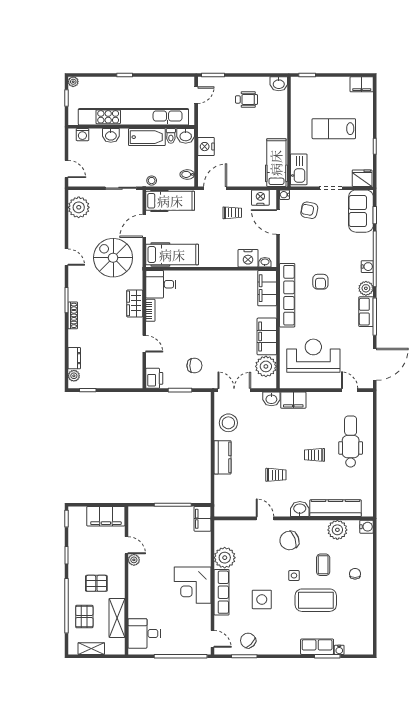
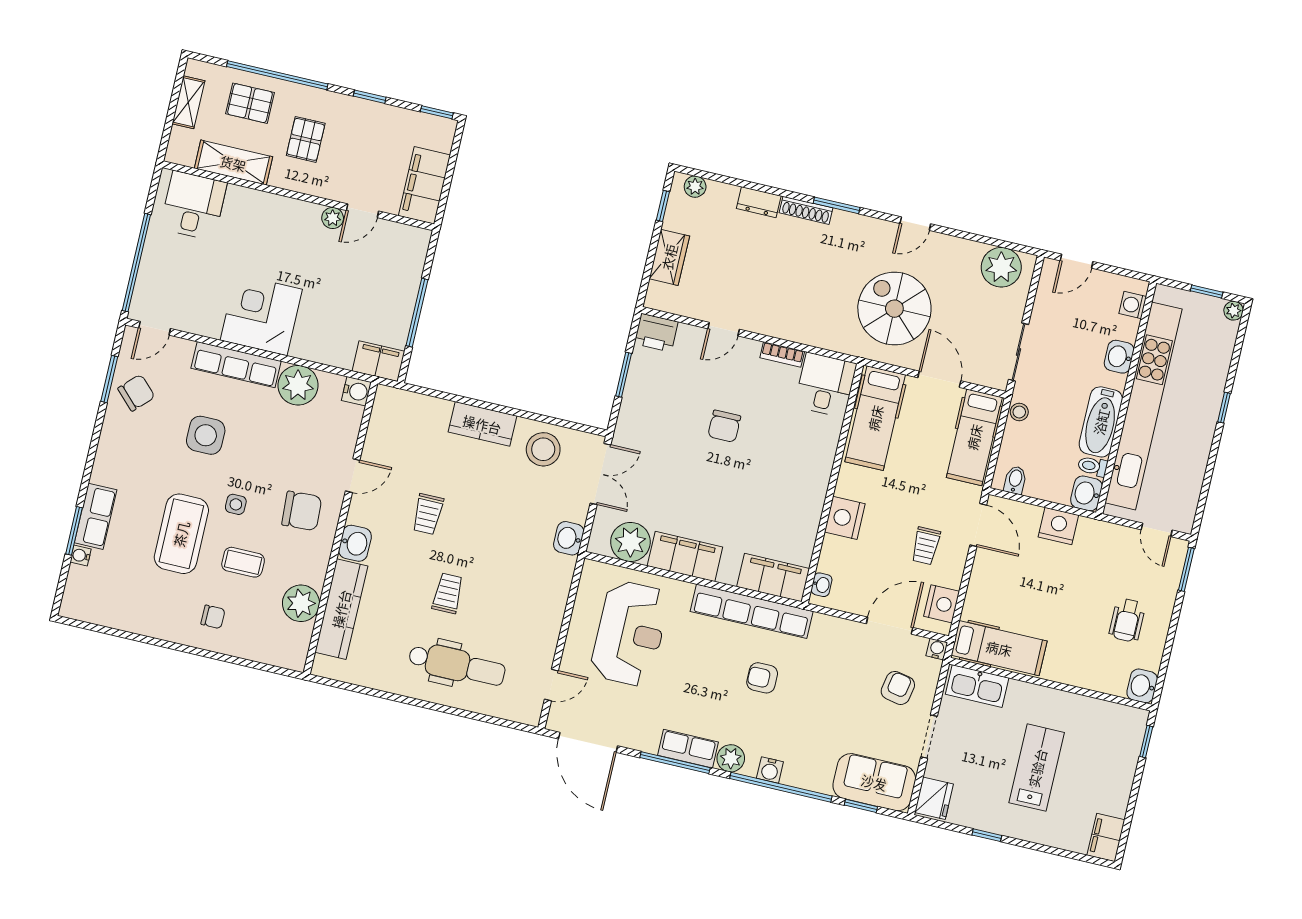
spiral stairs: (113, 258) -> (894, 309), turned -90
nightstand: (248, 258) -> (845, 518), moved
wardrobe: (135, 303) -> (669, 257), moved, turned 90
dresser: (74, 358) -> (759, 202), moved
chair: (194, 366) -> (724, 426), moved
filing cabinet: (293, 400) -> (557, 578), removed
water cooler: (367, 527) -> (356, 391), moved, turned -90
chair: (289, 541) -> (302, 511), turned 107

